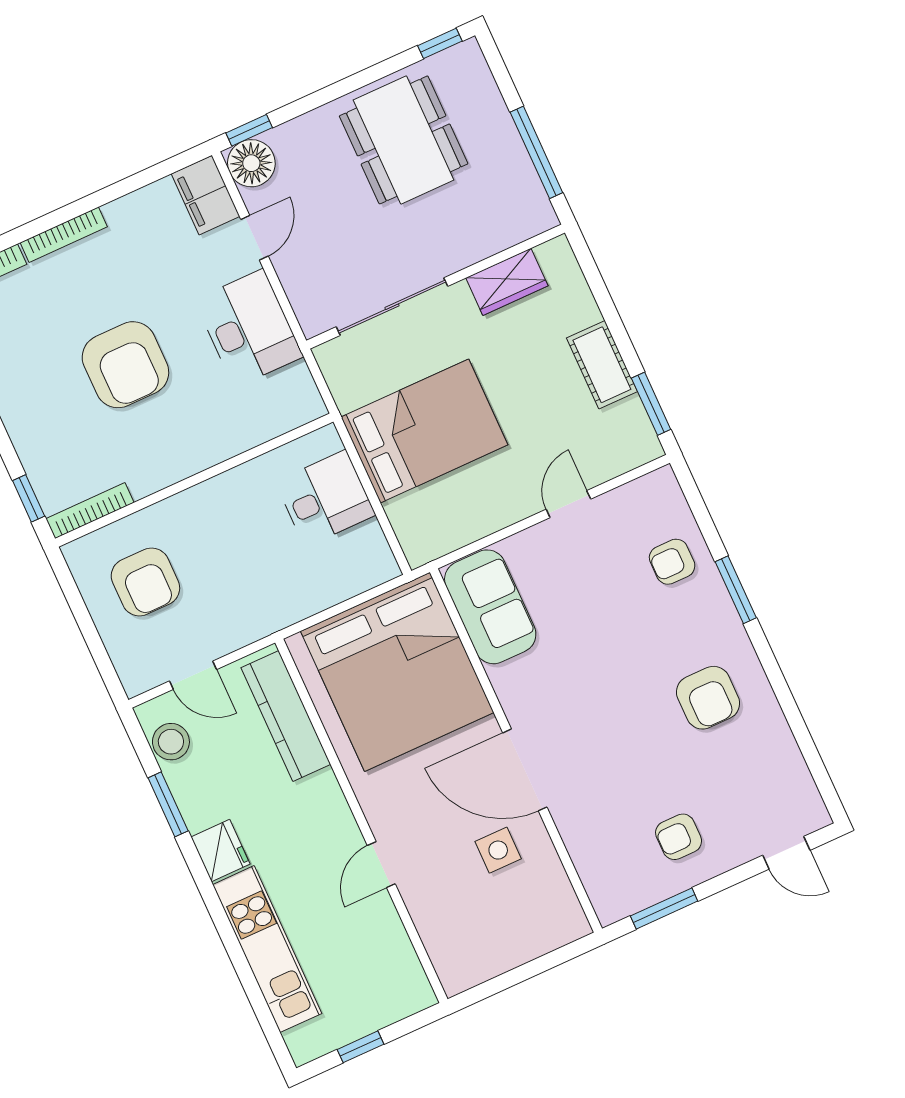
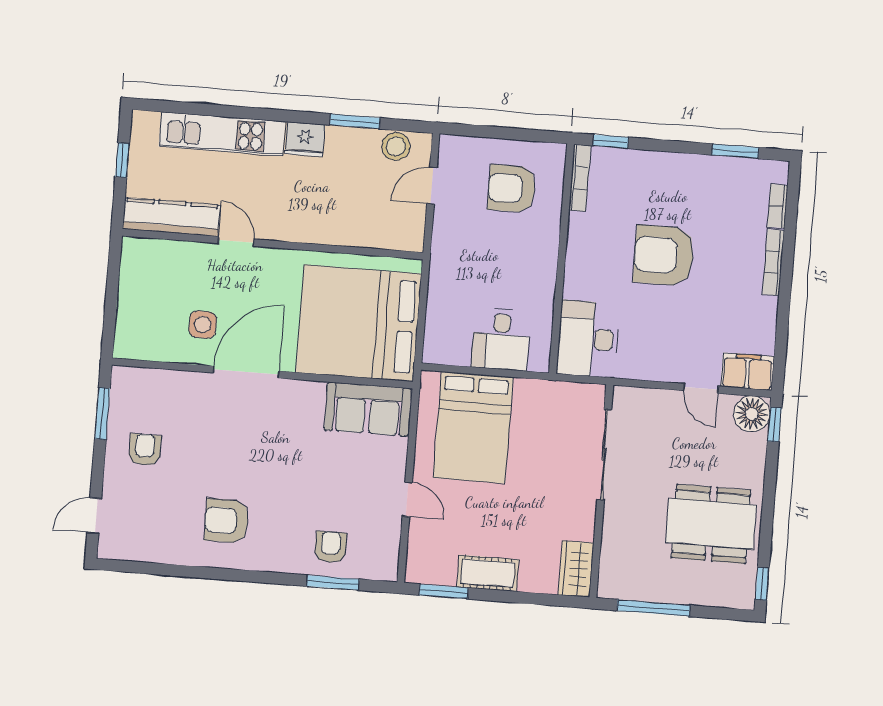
wardrobe: (507, 282) -> (576, 569), moved
desk: (249, 328) -> (588, 339), moved, turned 90
bed: (424, 431) -> (473, 427), moved
window: (736, 590) -> (333, 583), moved
kitchen counter: (286, 716) -> (171, 217), moved

